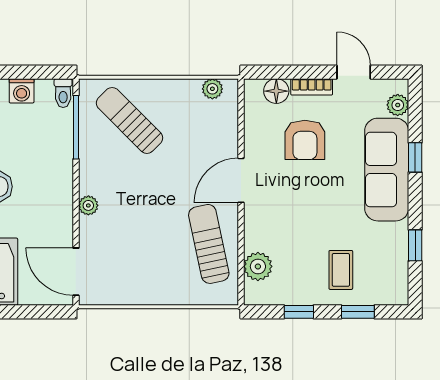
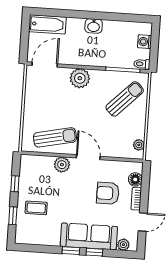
plant: (88, 205) -> (80, 78), width x1.87, depth x1.87
window: (415, 245) -> (71, 251), moved
plant: (258, 266) -> (62, 165), moved

